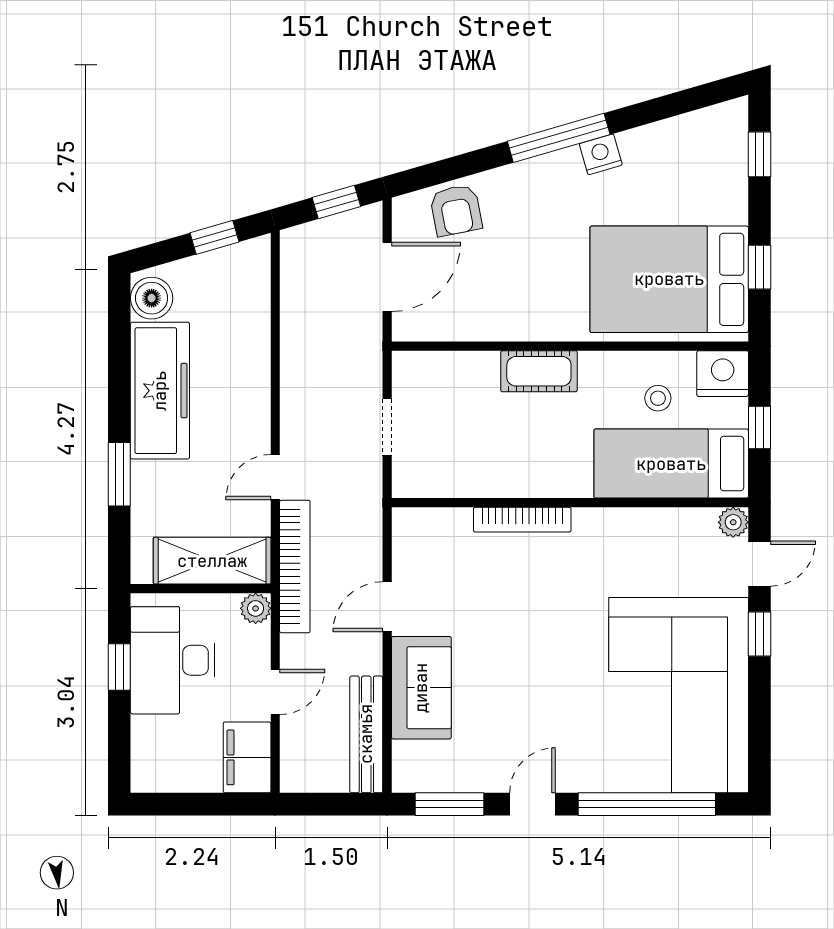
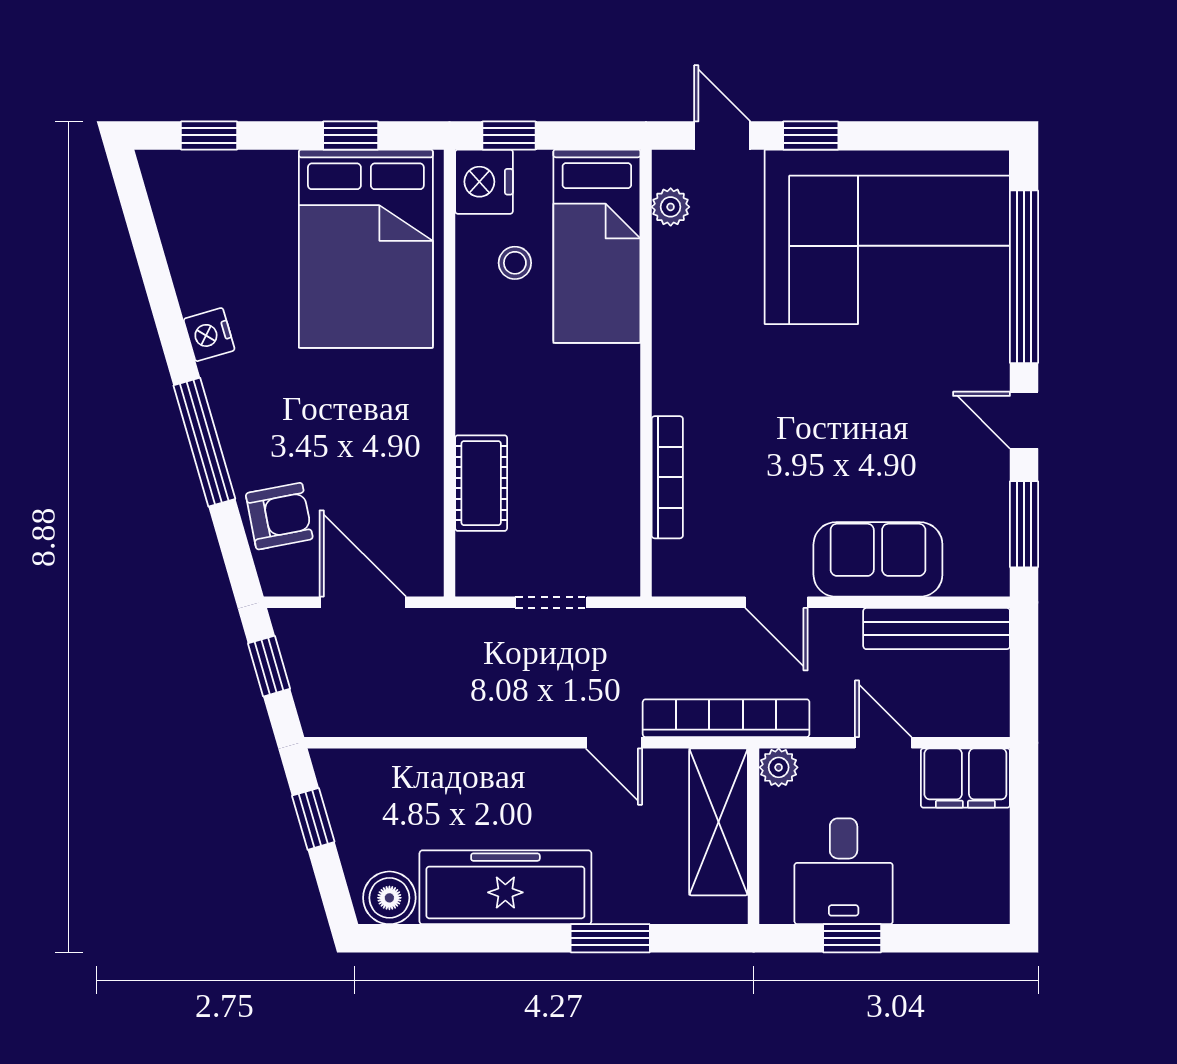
window: (559, 138) -> (204, 442), moved
cot: (539, 371) -> (481, 483), moved
window: (759, 427) -> (509, 135), moved
bookcase: (522, 520) -> (667, 477), moved
plant: (733, 522) -> (671, 207), moved
desk: (173, 660) -> (844, 871), width x0.73

